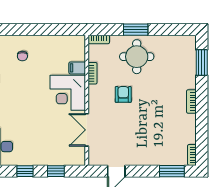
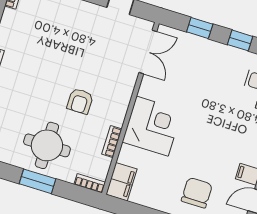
chair: (22, 56) -> (197, 193), width x1.87, depth x1.87
filing cabinet: (77, 68) -> (121, 182), moved, width x2.00
double door: (87, 130) -> (148, 52), moved

